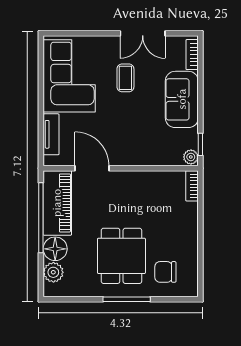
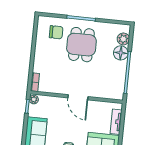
door: (92, 168) -> (78, 97), moved
piano: (57, 203) -> (117, 80), removed

